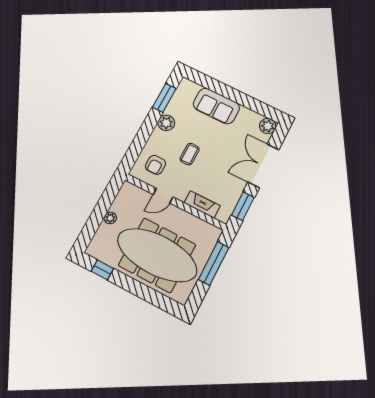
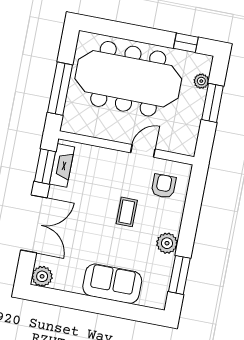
fireplace: (202, 204) -> (62, 165), moved, turned -90
window: (97, 216) -> (212, 103), added
plant: (110, 218) -> (201, 81), moved

